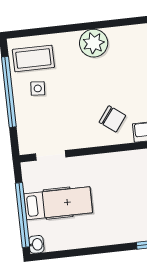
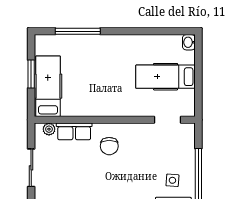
chair: (112, 119) -> (109, 146), turned -127
window: (22, 215) -> (198, 70), removed

